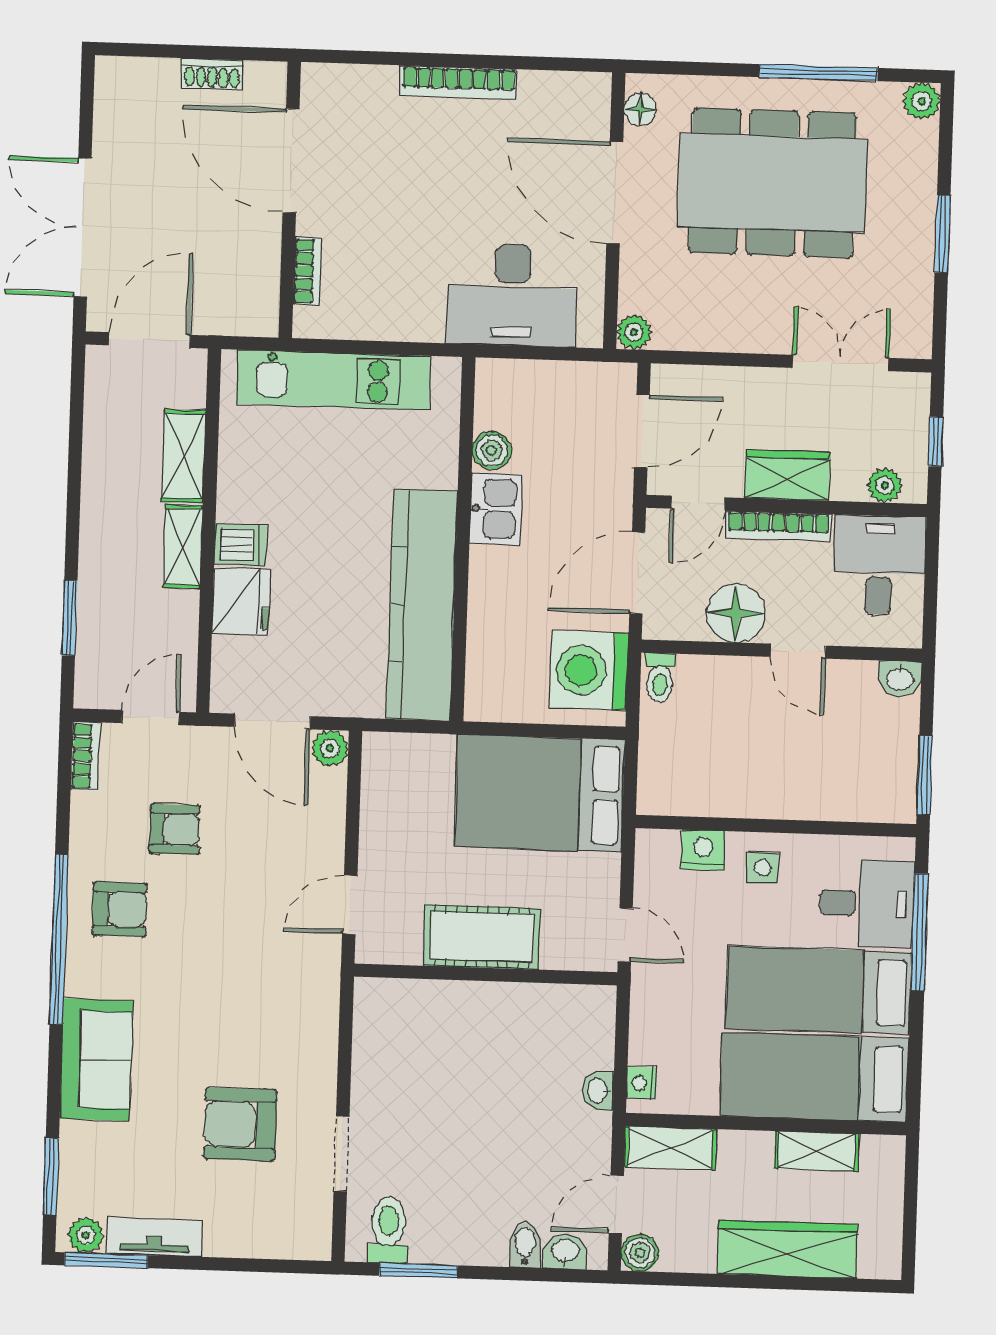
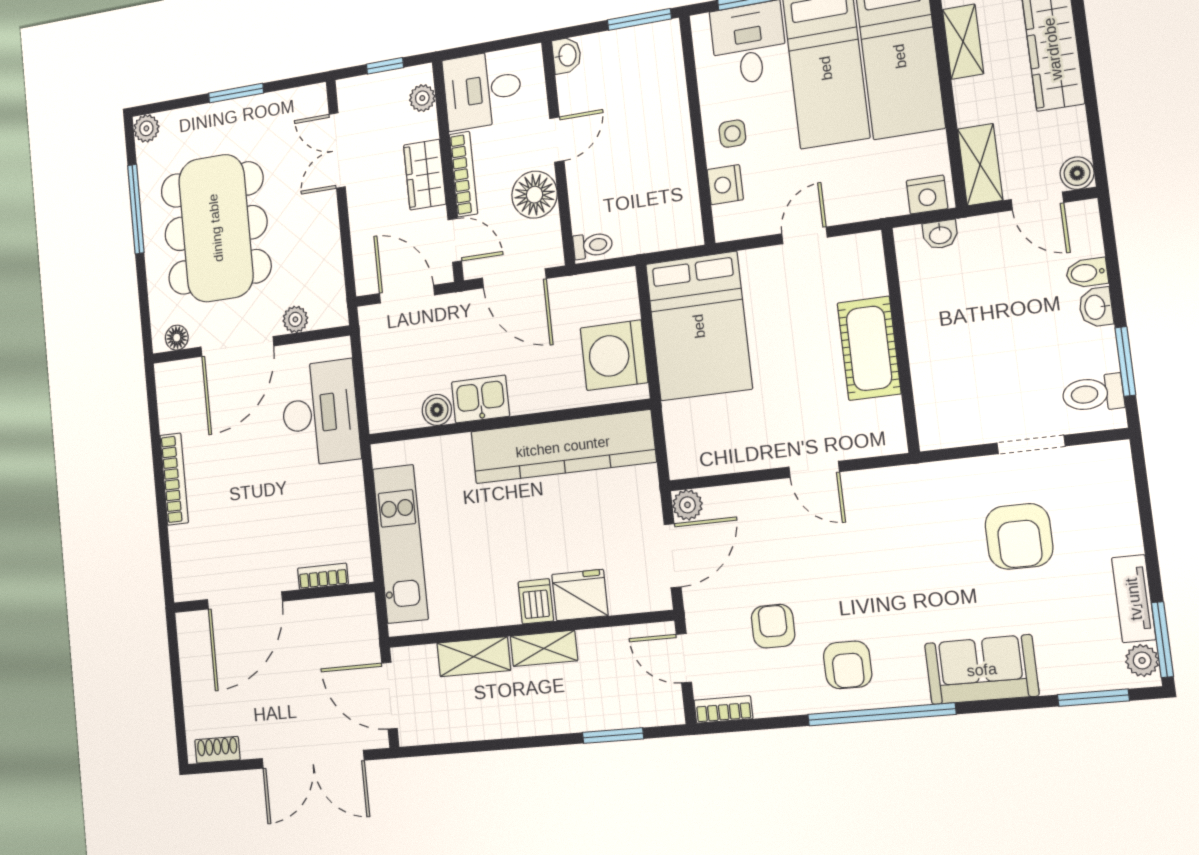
shoe rack: (212, 74) -> (217, 750), moved, turned -90
plant: (634, 332) -> (295, 319), moved
washing machine: (589, 670) -> (614, 355), moved, turned 90
armchair: (120, 909) -> (848, 665), turned 180
cot: (482, 937) -> (869, 348), moved
wall: (486, 974) -> (901, 340), moved
nightstand: (642, 1083) -> (927, 195), width x1.39, depth x1.35
washbasin: (565, 1251) -> (1096, 307), moved

